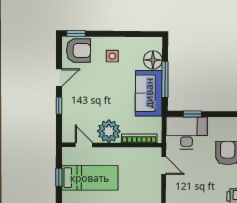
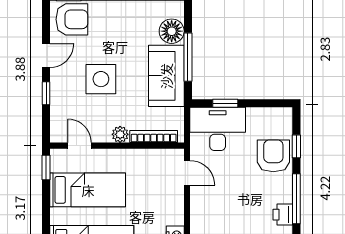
side table: (112, 56) -> (101, 79), moved, width x1.87, depth x1.87
plant: (109, 131) -> (120, 134), width x0.53, depth x0.53
window: (59, 177) -> (46, 167), moved

